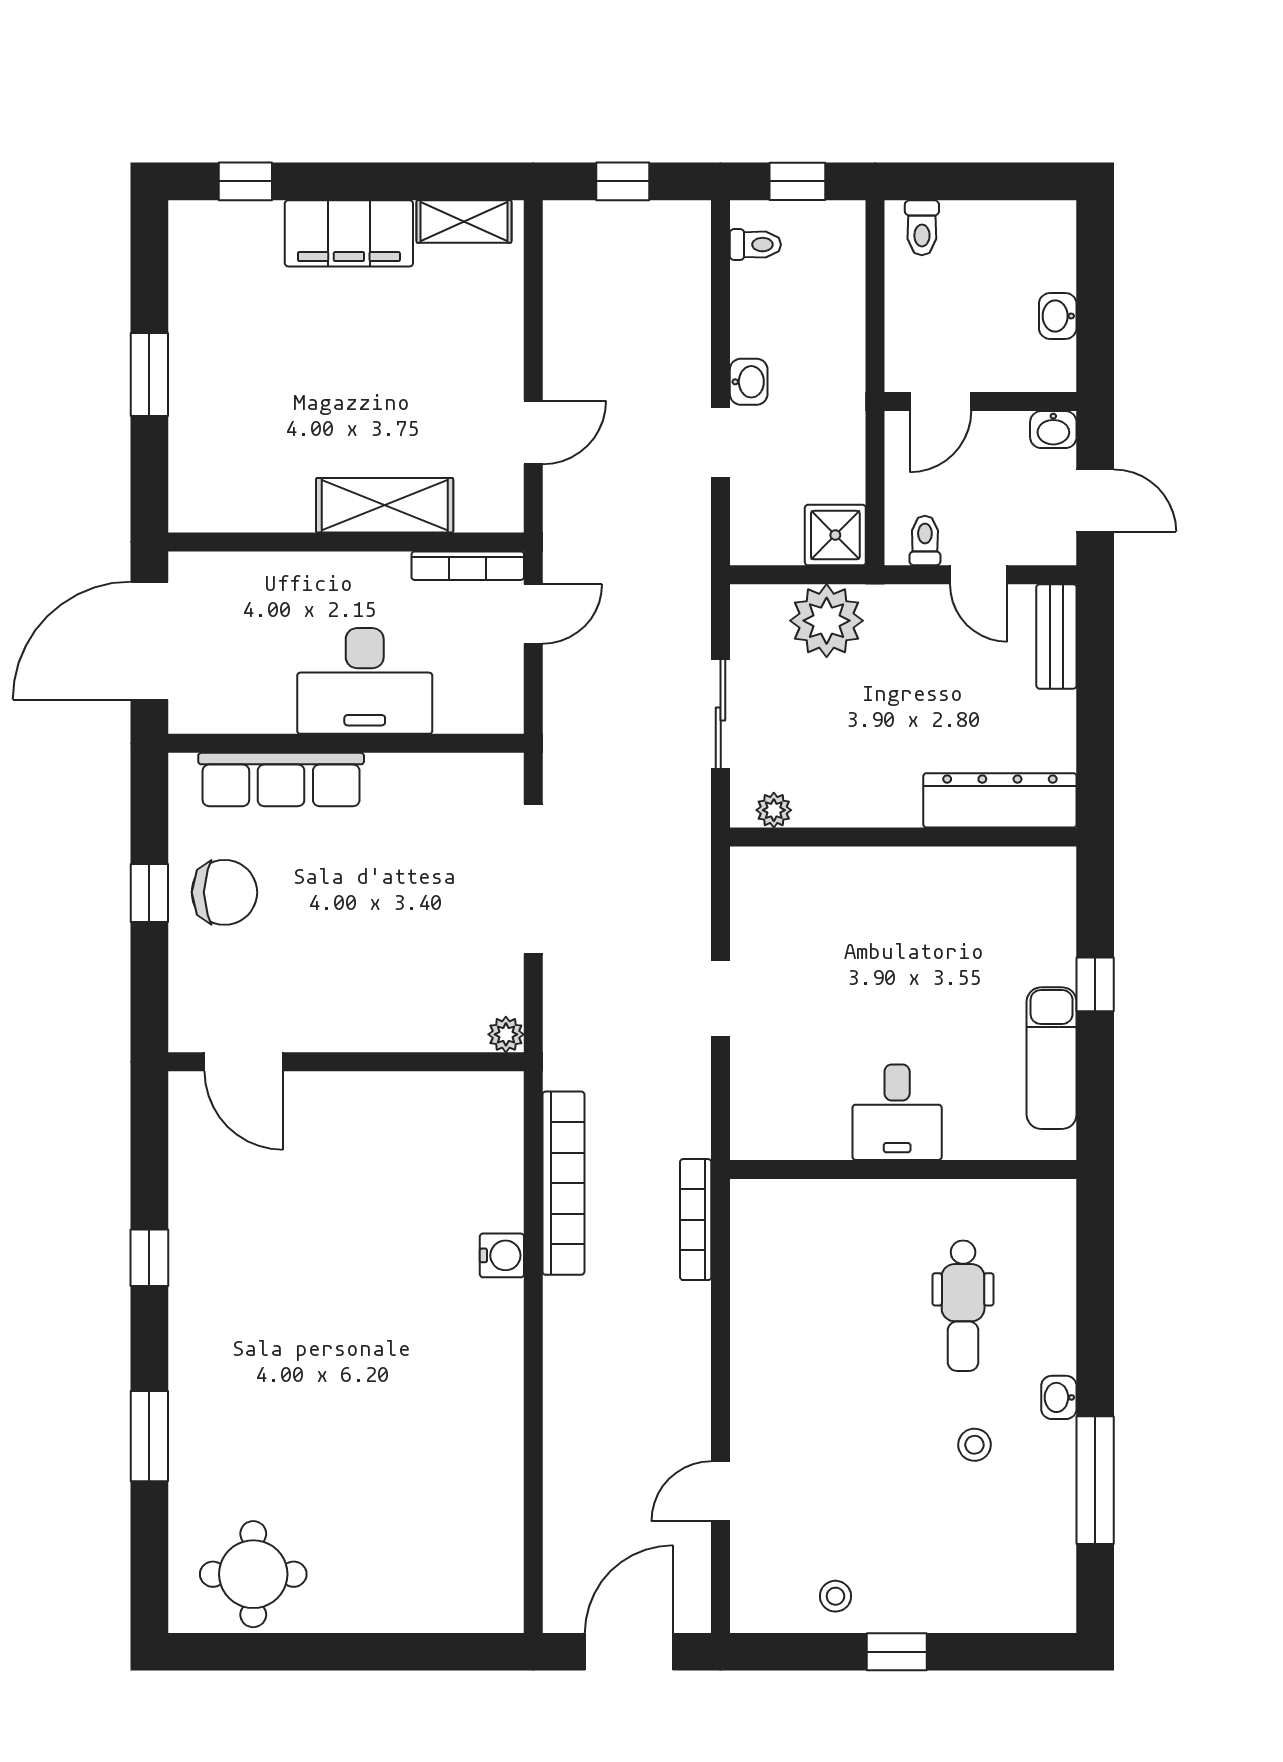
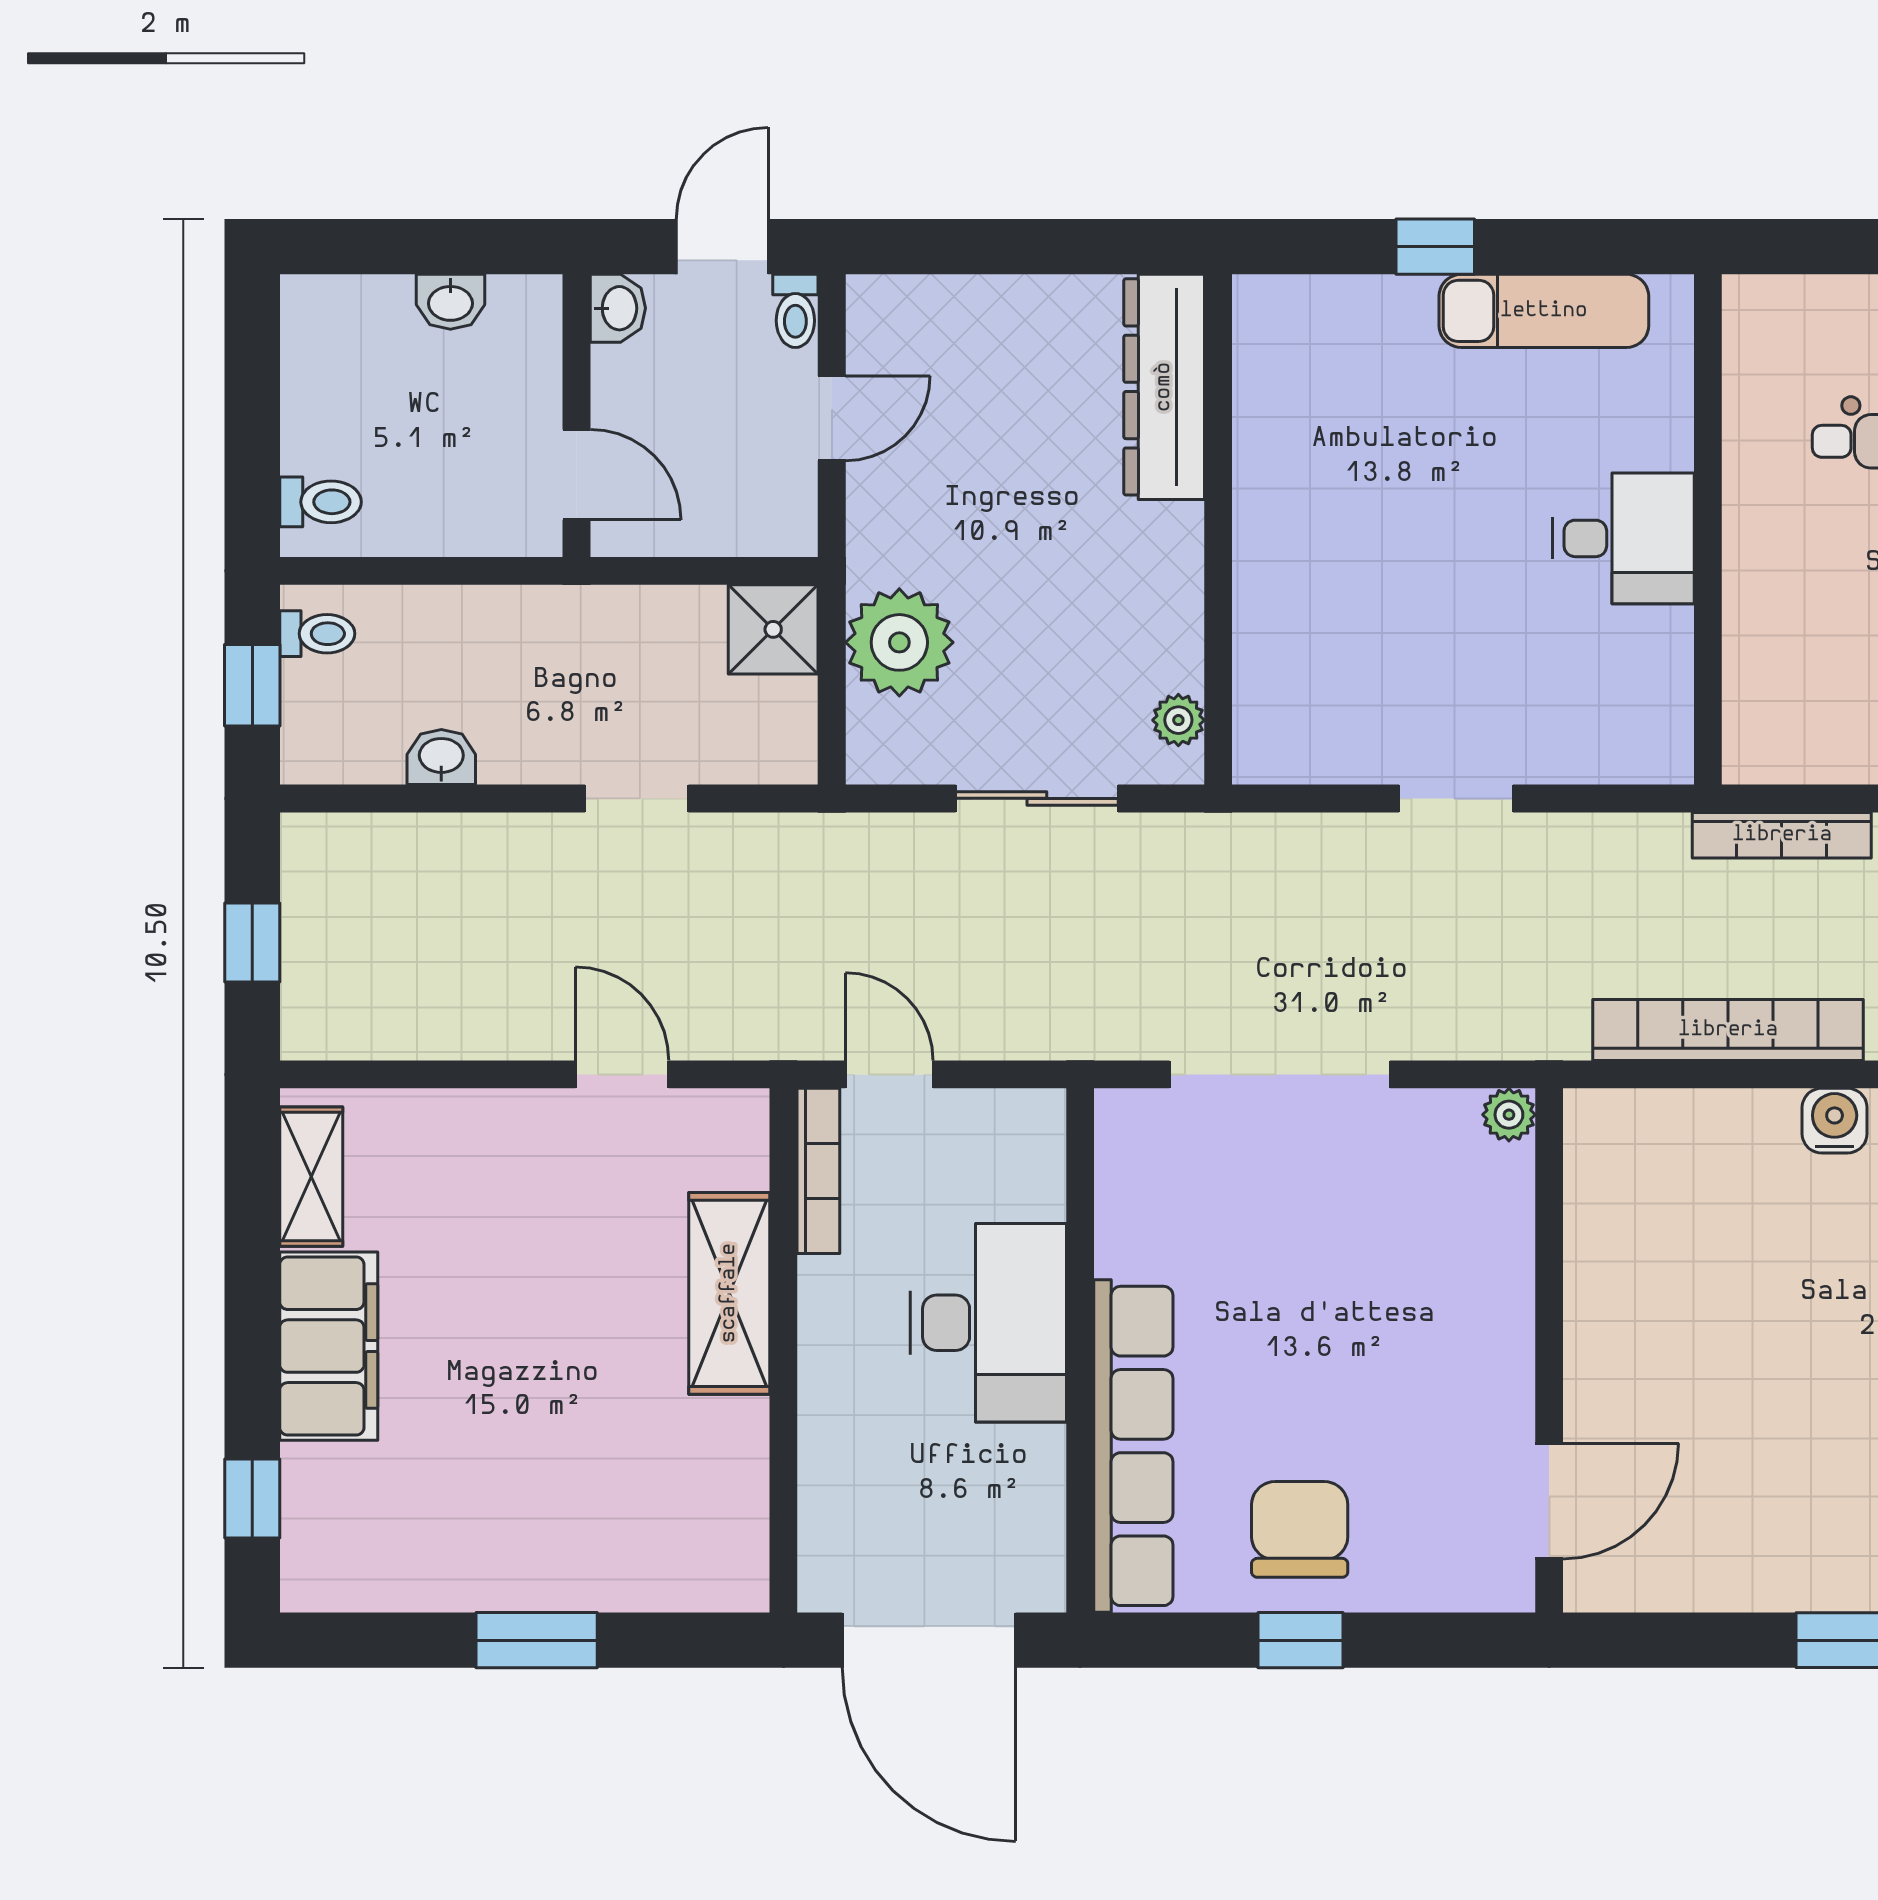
toilet: (755, 245) -> (317, 634), moved, turned 90
washbasin: (749, 382) -> (441, 757), moved
toilet: (925, 540) -> (795, 311), moved, turned -90
bench: (1056, 636) -> (923, 304), removed
row of seats: (281, 779) -> (1133, 1446), width x1.36

